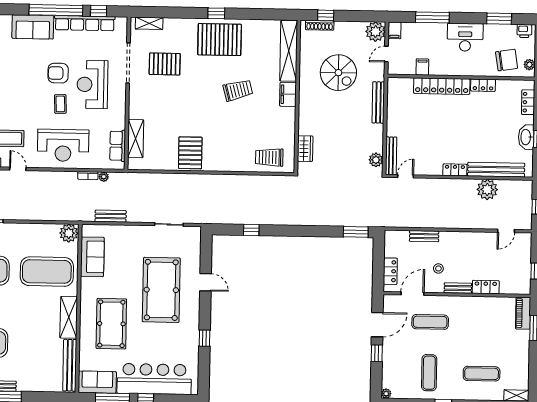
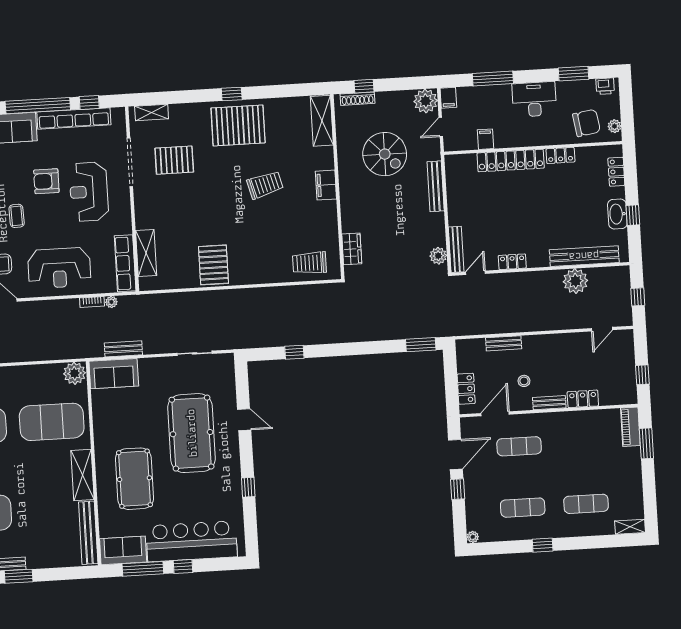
shelving: (289, 51) -> (322, 121), width x0.68
coffee table: (60, 104) -> (17, 216), moved
row of seats: (118, 146) -> (125, 263), width x1.48
locker: (455, 170) -> (512, 262), moved
sofa: (92, 257) -> (114, 374), moved, turned 90
exercise mat: (429, 373) -> (523, 508), turned 90

